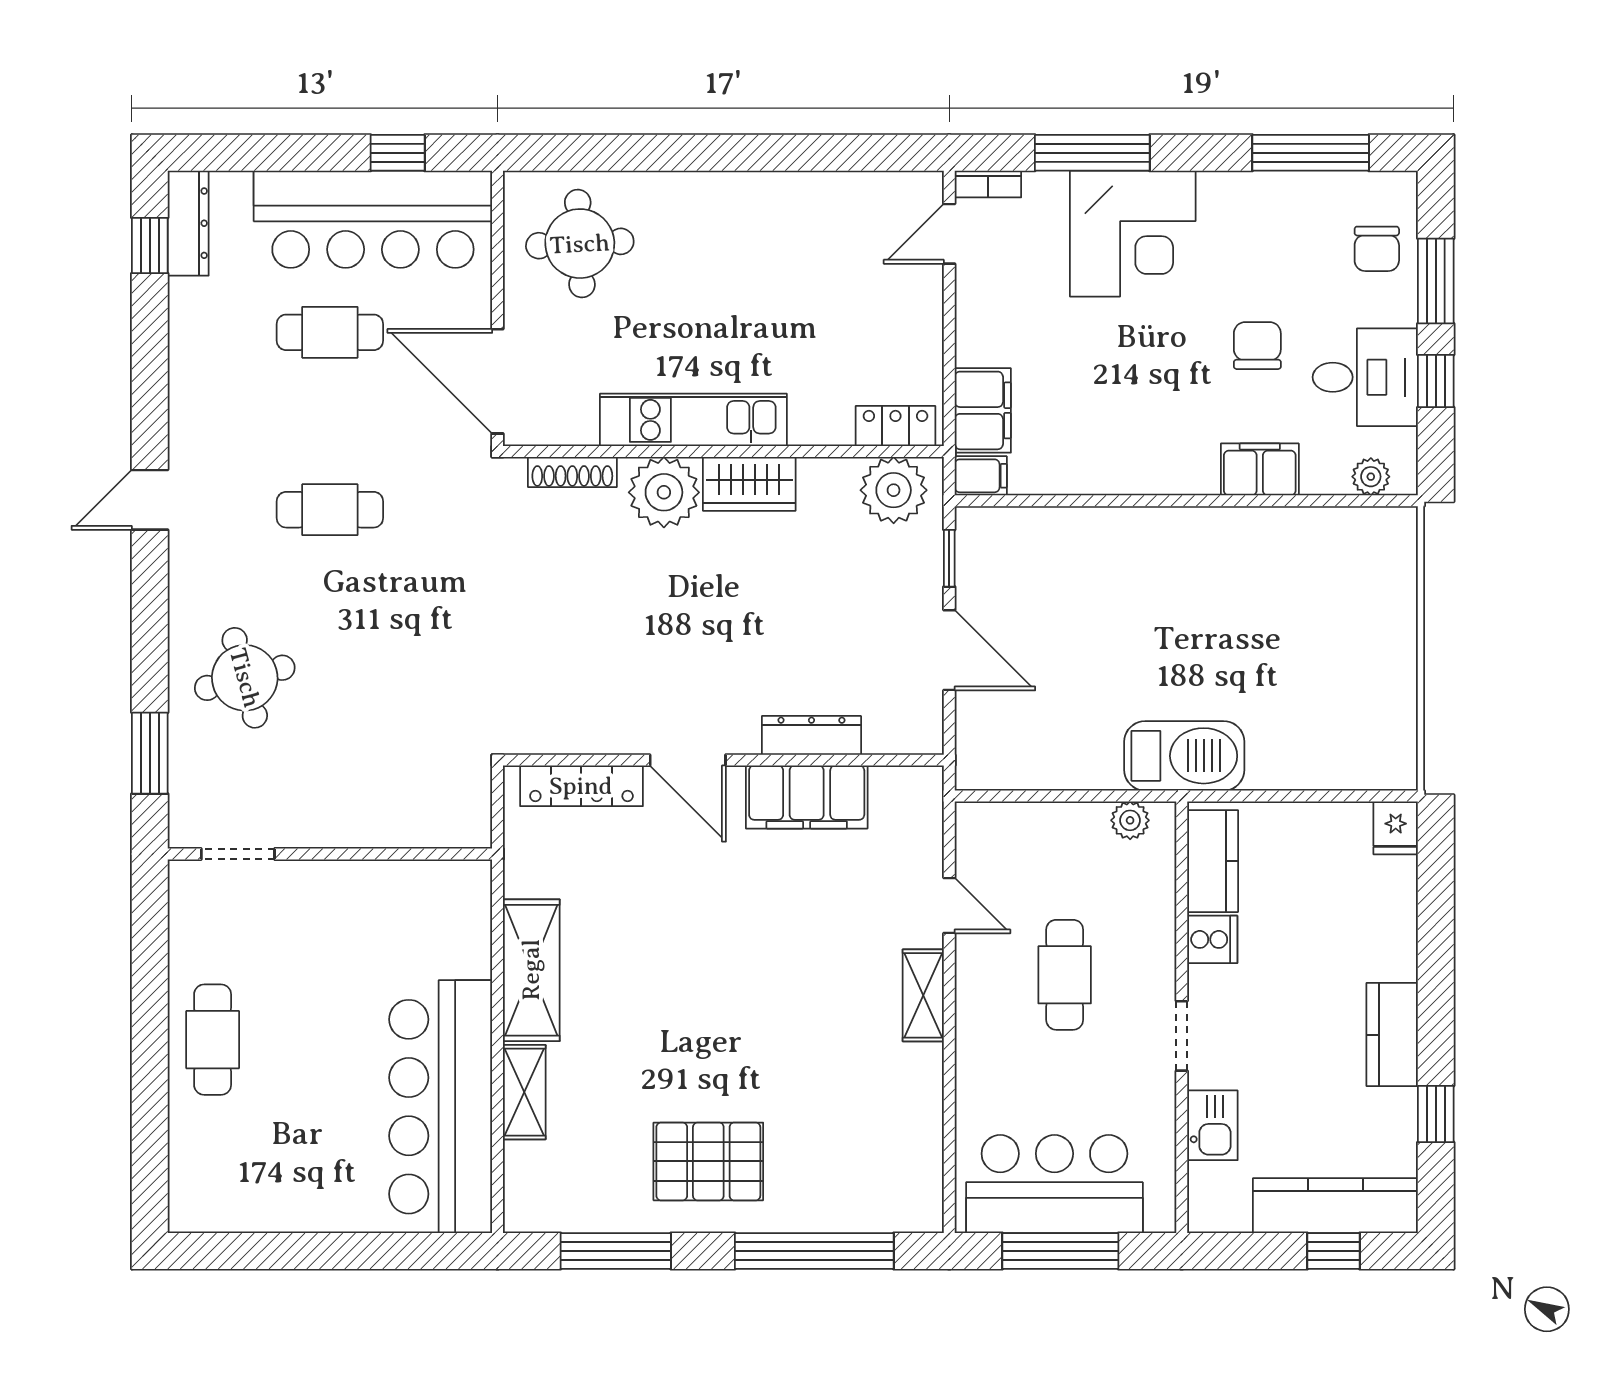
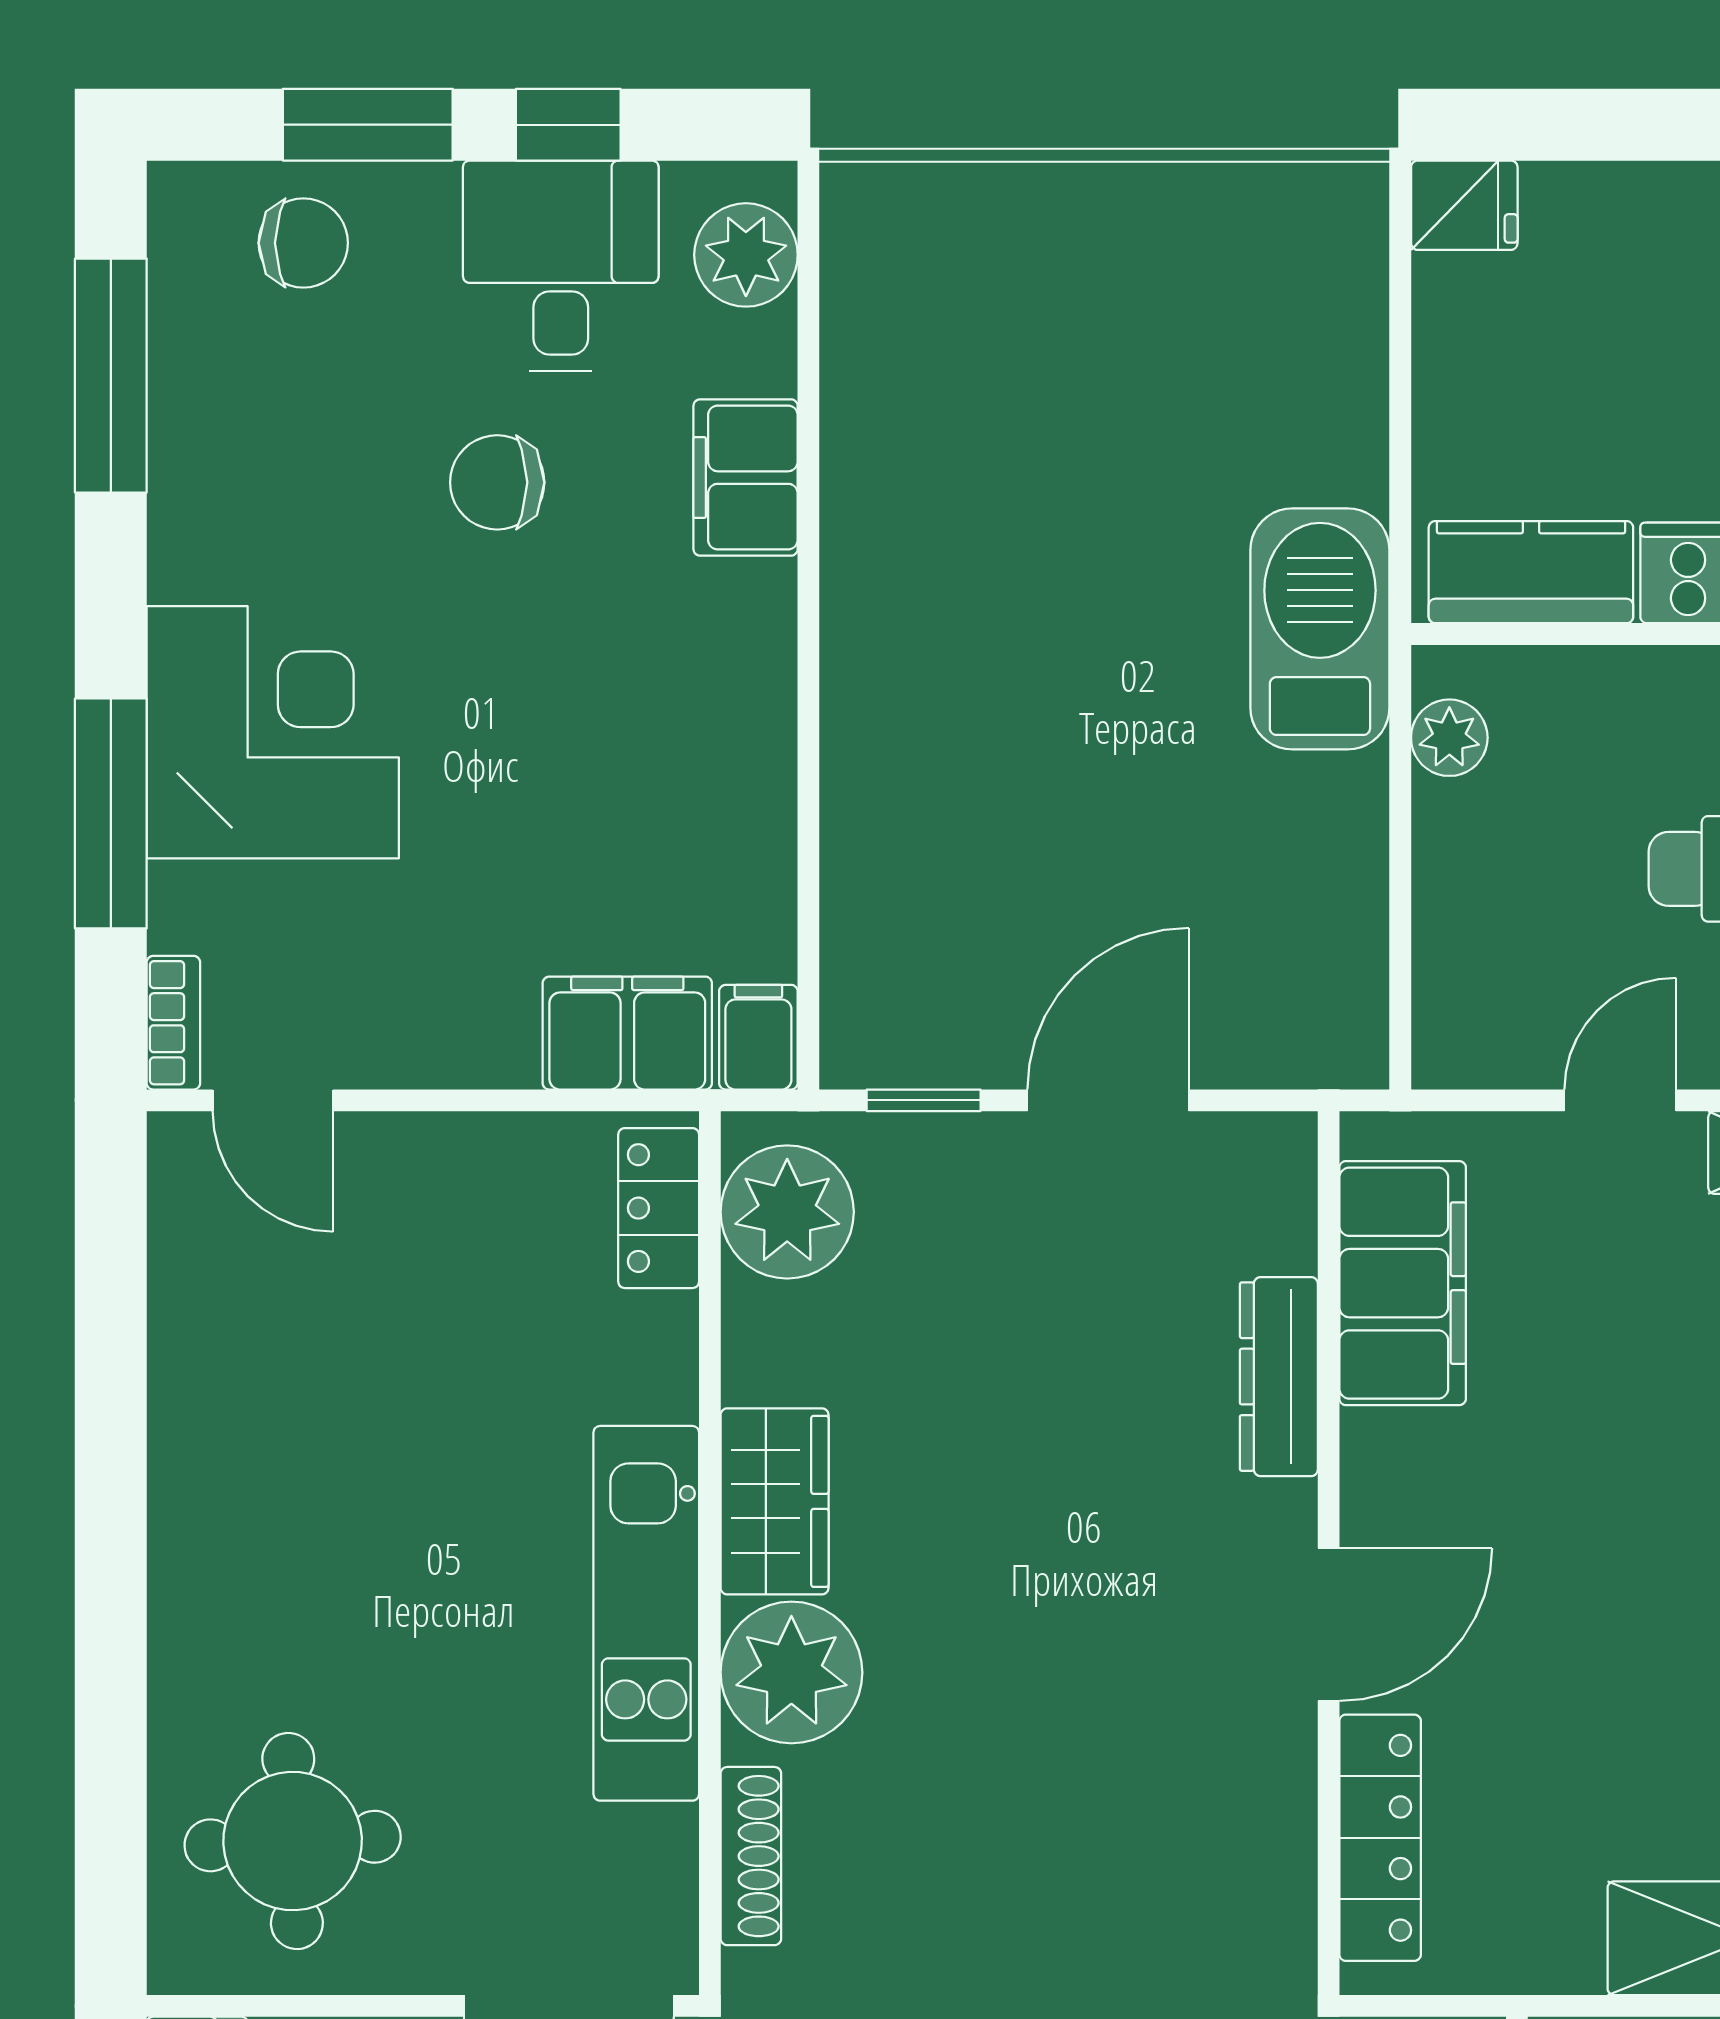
plant: (1371, 477) -> (746, 255), width x1.38, depth x1.38
filing cabinet: (807, 797) -> (1403, 1283), moved

